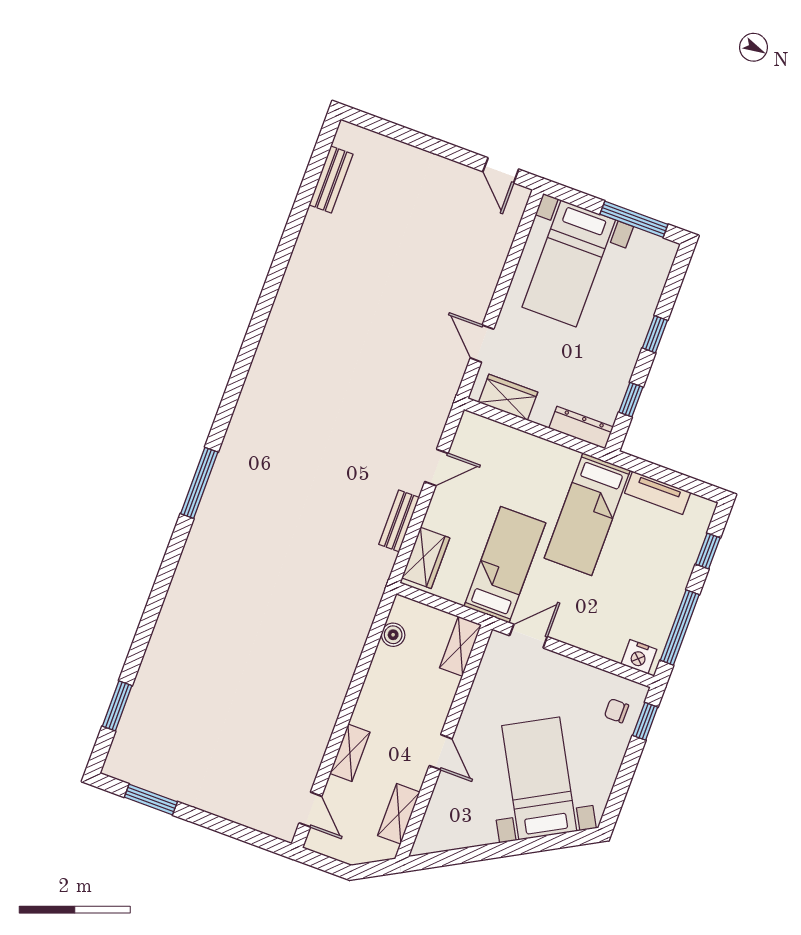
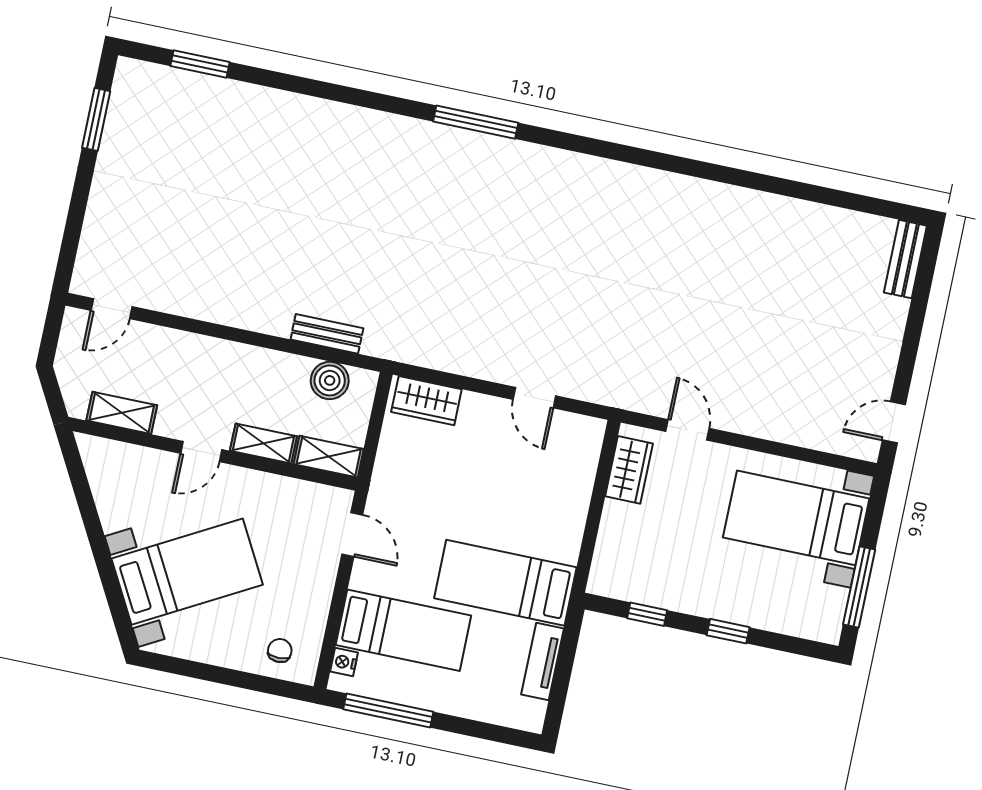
bench: (331, 179) -> (905, 259), moved, turned 90
door: (482, 344) -> (687, 430), hinge flipped
dresser: (581, 428) -> (606, 561), removed
bench: (399, 521) -> (327, 334), moved
window: (708, 551) -> (483, 730), removed
bed: (505, 565) -> (403, 630), moved
boiler: (393, 635) -> (330, 380), width x1.36, depth x1.36
nightstand: (639, 657) -> (344, 662), width x0.72, depth x0.74
window: (645, 721) -> (272, 686), removed
shelving: (350, 753) -> (263, 444), moved

